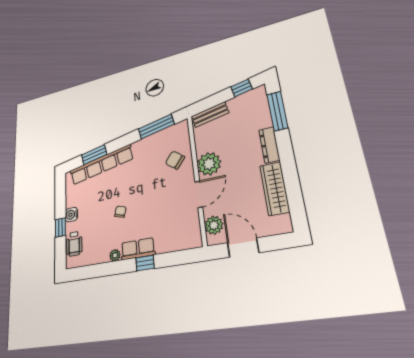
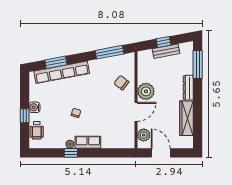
window: (242, 88) -> (164, 42), moved
bench: (210, 115) -> (166, 51), moved
window: (145, 263) -> (71, 153), moved

